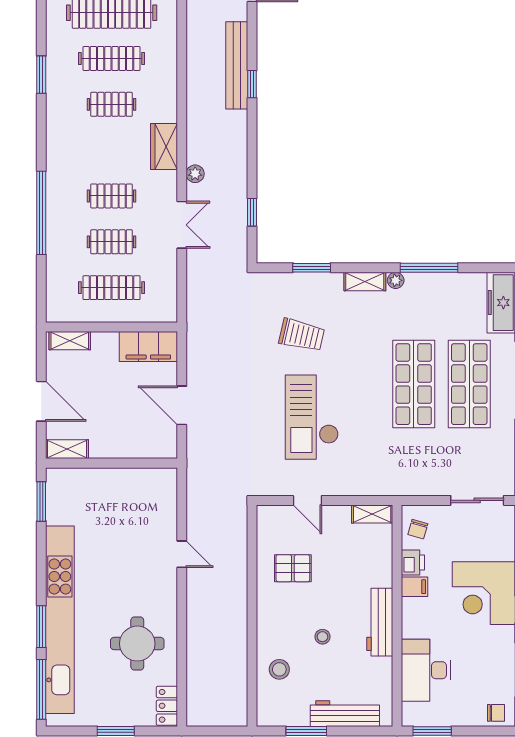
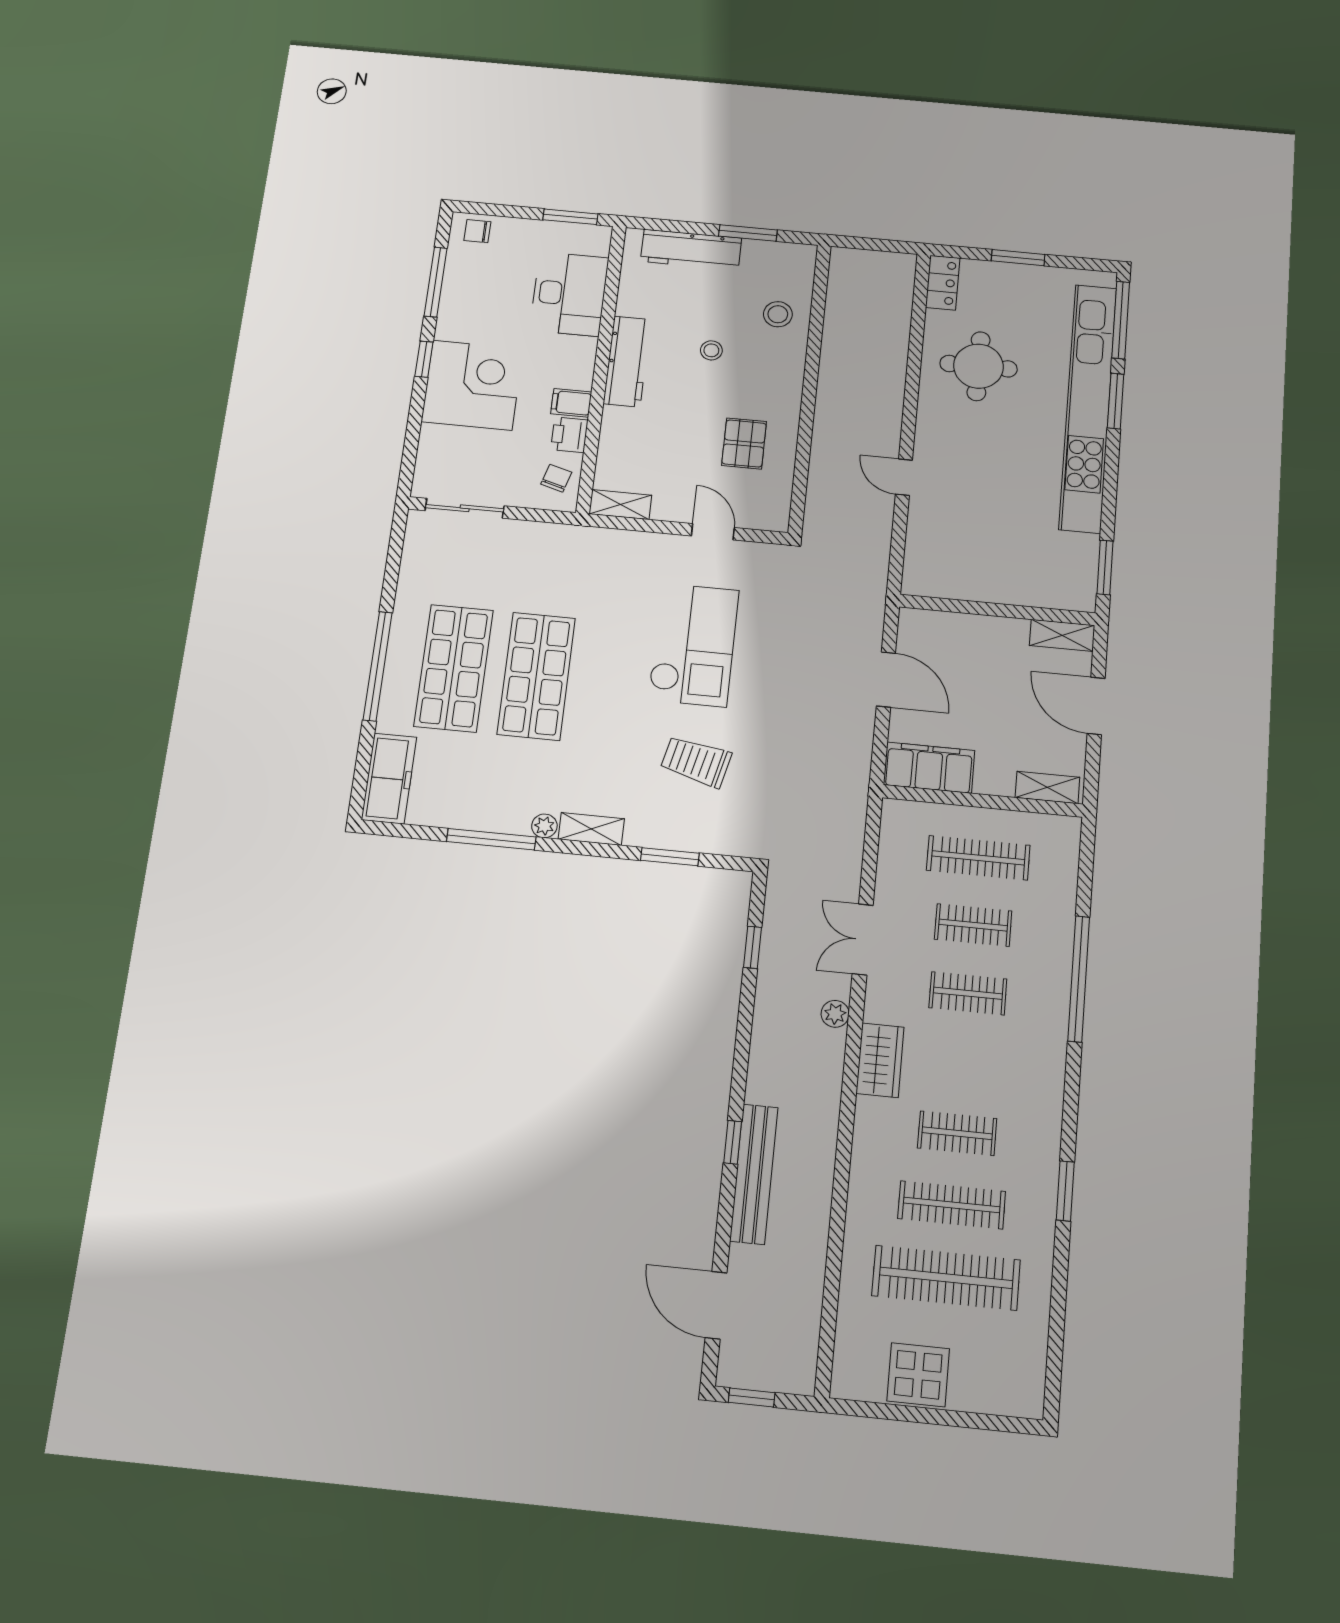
pallet: (293, 568) -> (744, 443), turned 90

